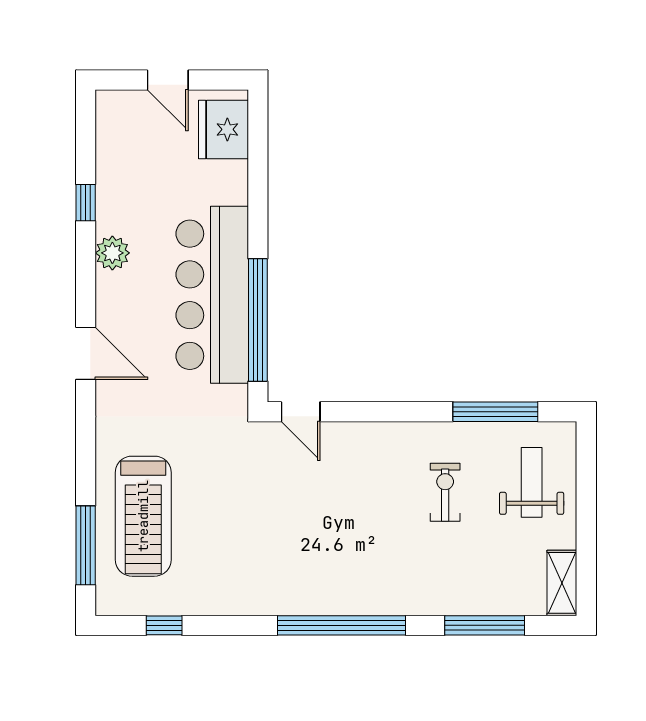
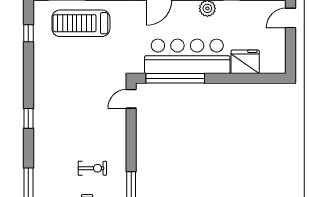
door: (168, 80) -> (290, 18), moved
fridge: (223, 129) -> (245, 62), moved
window: (342, 625) -> (28, 118), width x0.32

